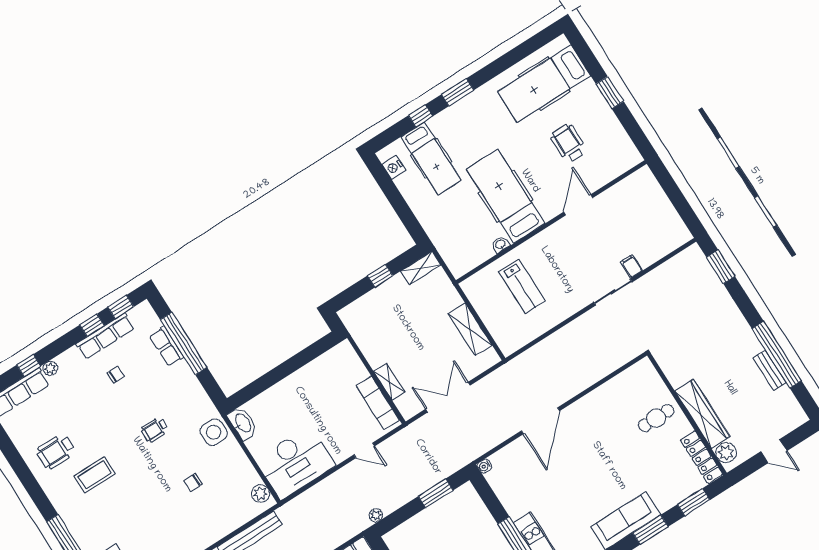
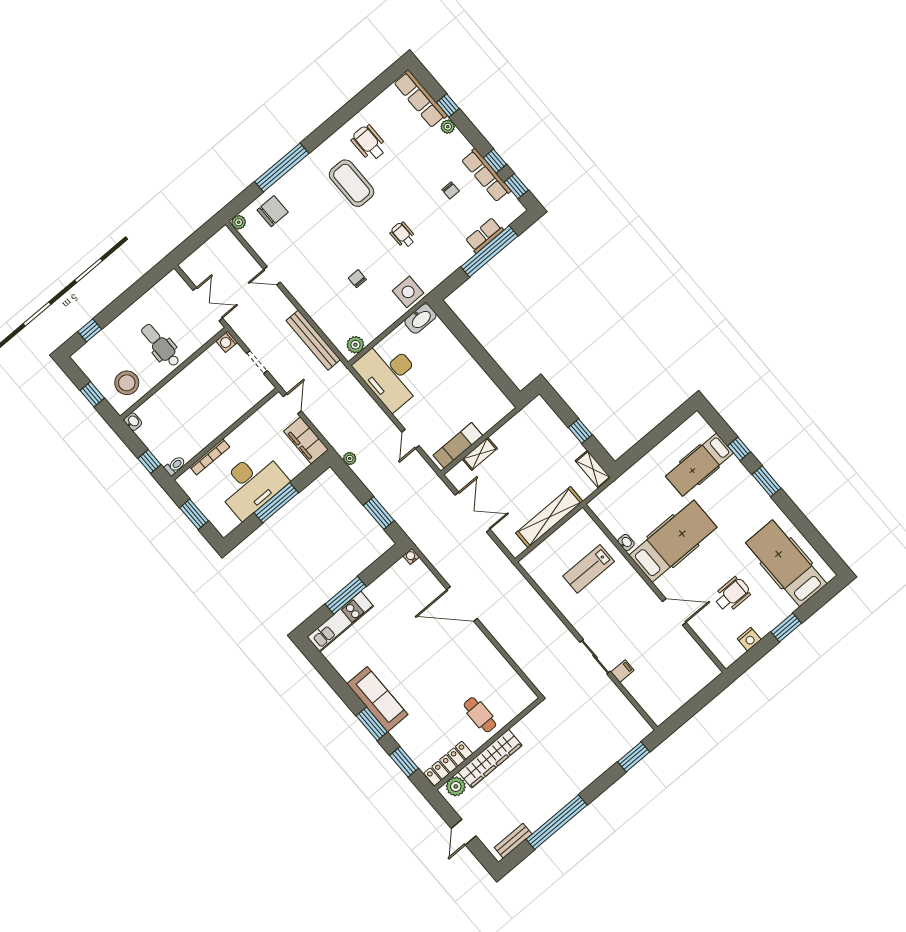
nightstand: (394, 167) -> (749, 639), moved, turned 180
shelving: (470, 329) -> (549, 517), width x1.47
bench: (769, 370) -> (513, 841), moved
coffee table: (95, 475) -> (352, 183), width x1.36, depth x1.32

